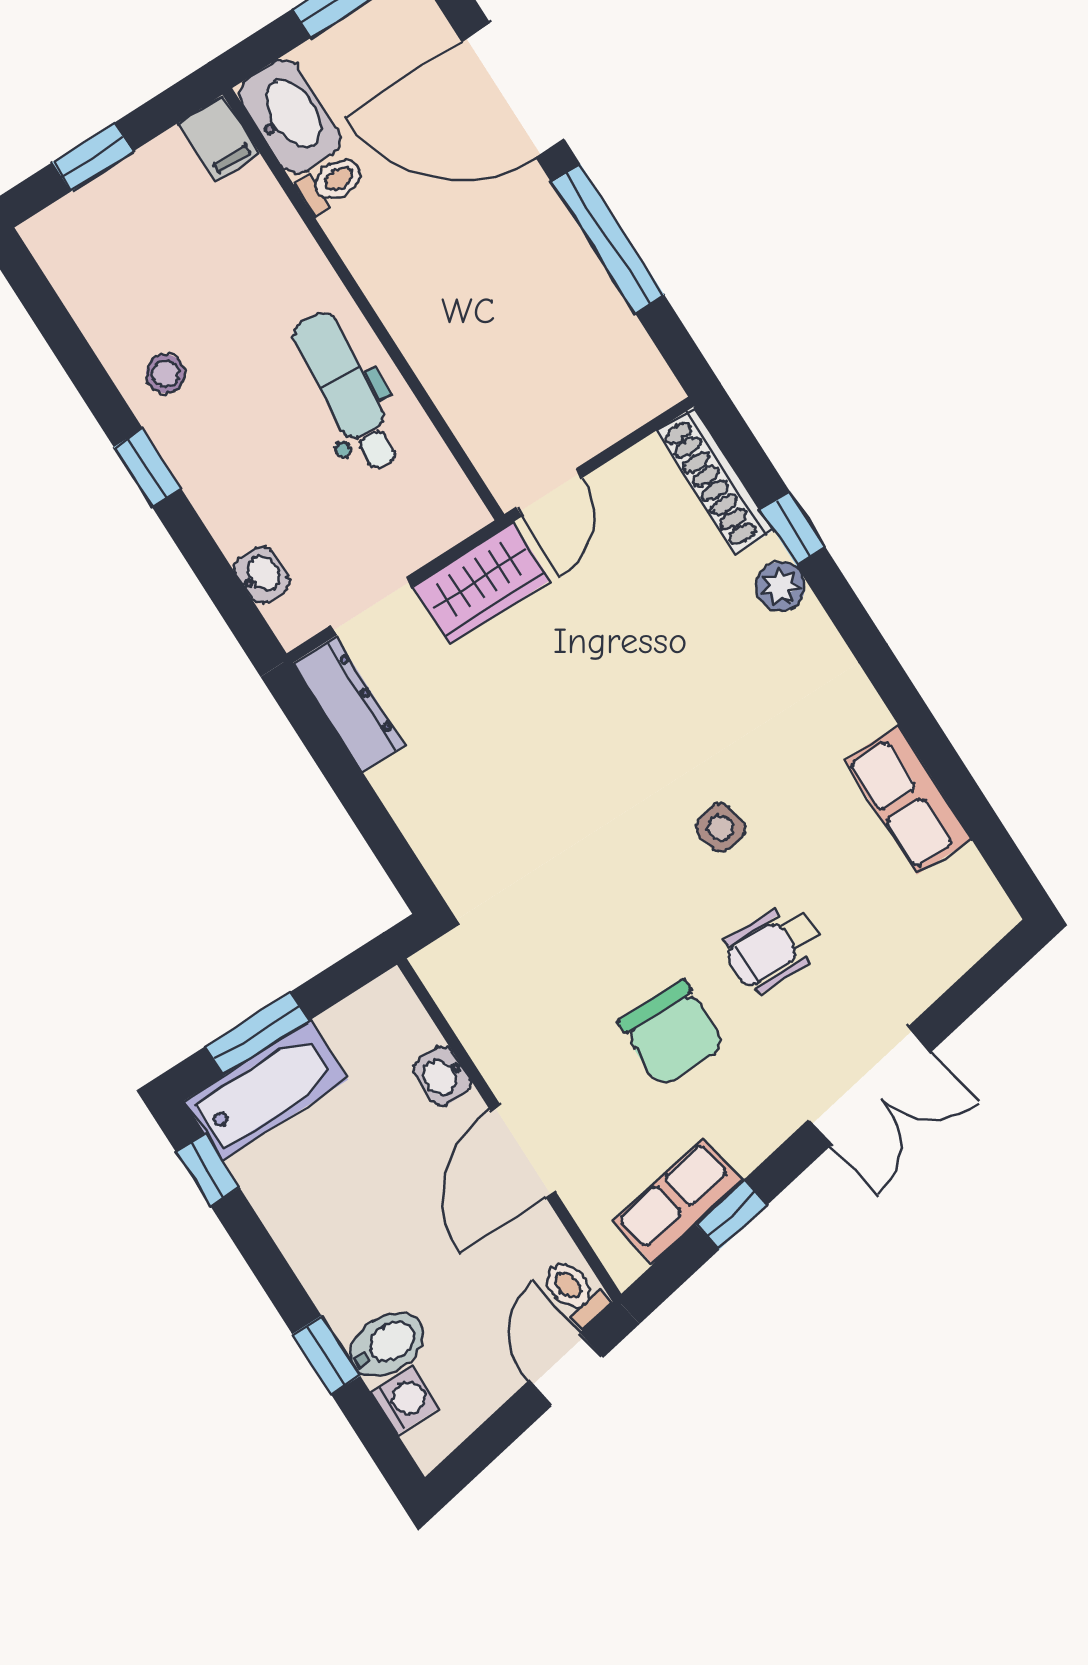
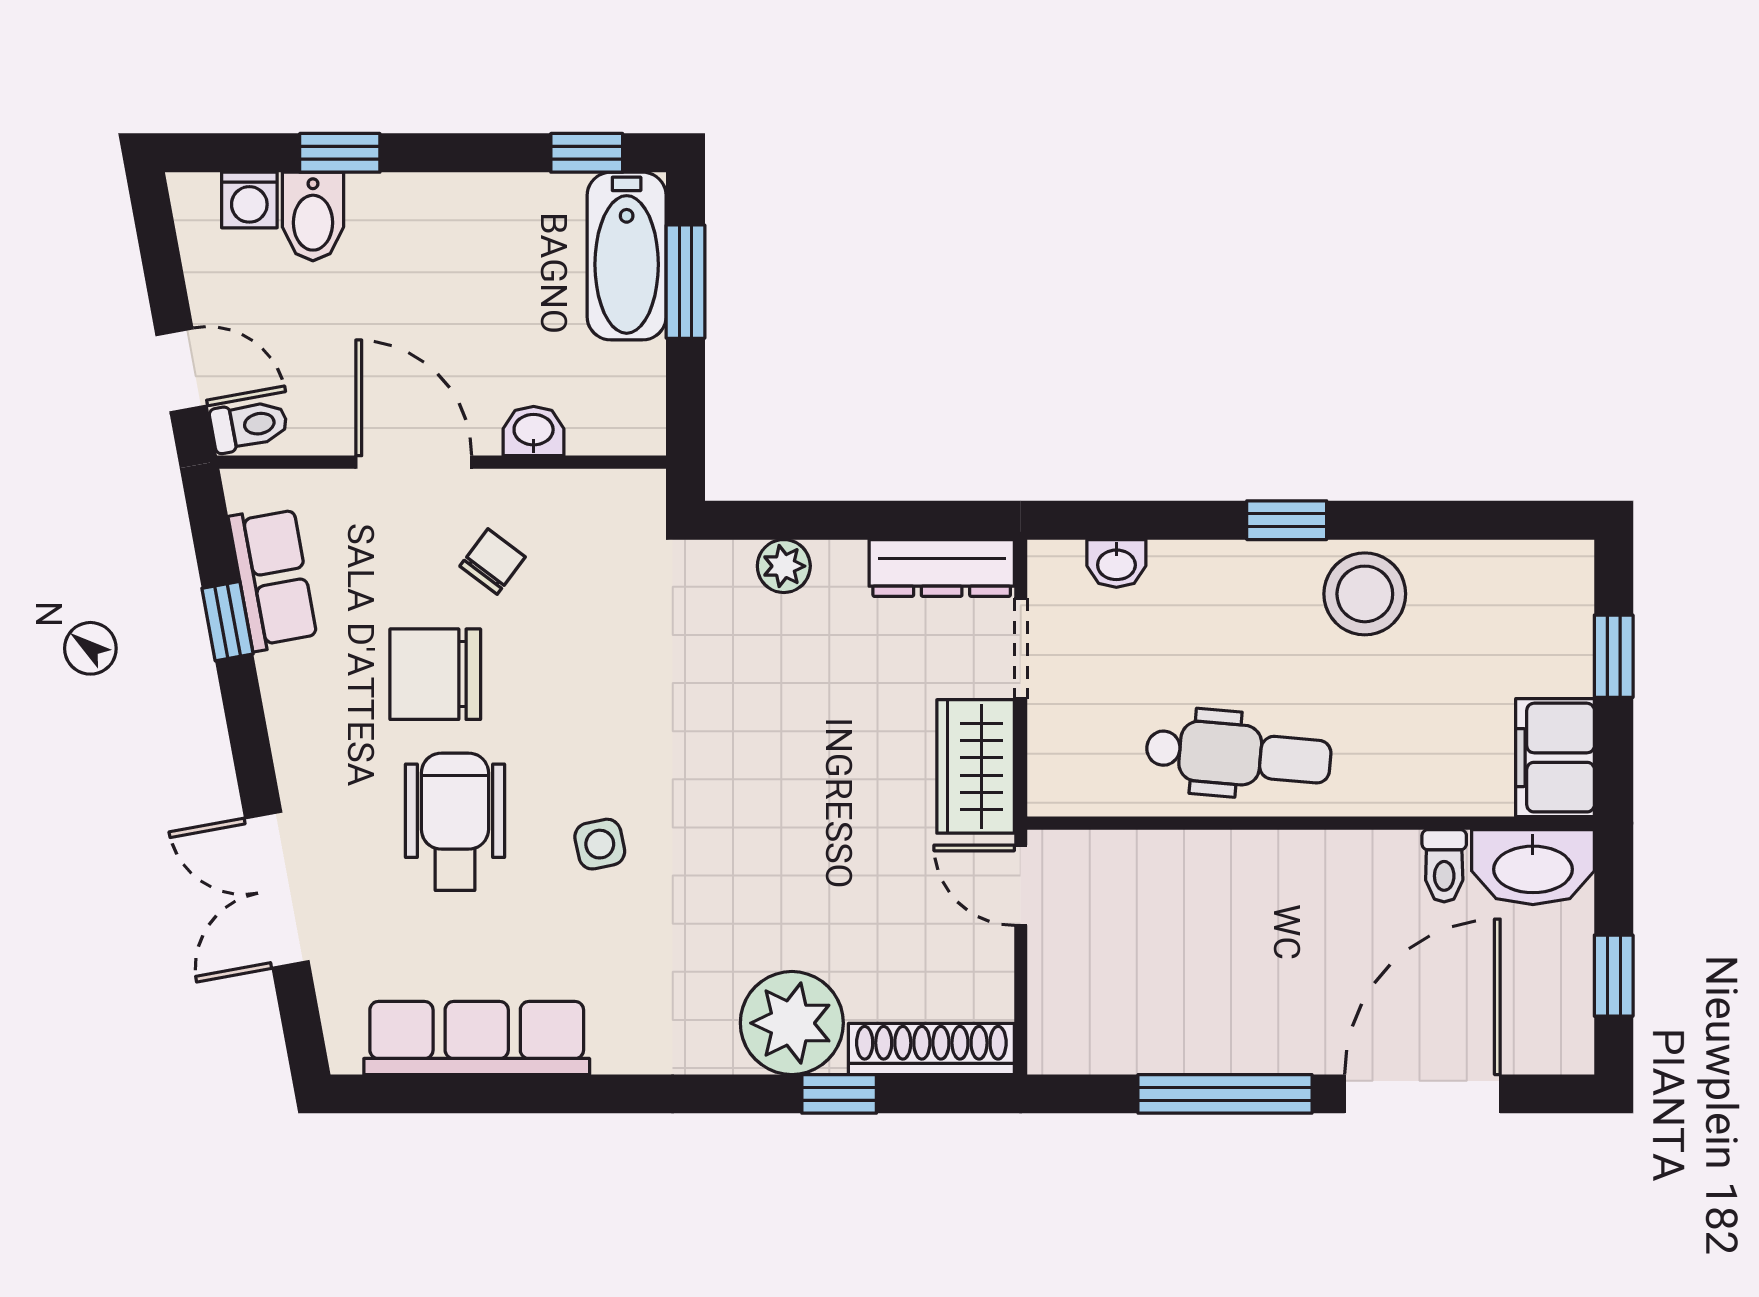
filing cabinet: (219, 138) -> (1555, 758), width x2.00
stool: (165, 374) -> (1365, 594), width x1.89, depth x1.89
plant: (781, 586) -> (792, 1023), width x1.88, depth x1.88
row of seats: (908, 800) -> (477, 1038), width x1.48
plant: (423, 823) -> (784, 566), added
wheelchair: (773, 947) -> (455, 822), width x1.36, depth x1.37
chair: (560, 1044) -> (493, 562), added
double door: (870, 1086) -> (277, 890), moved

